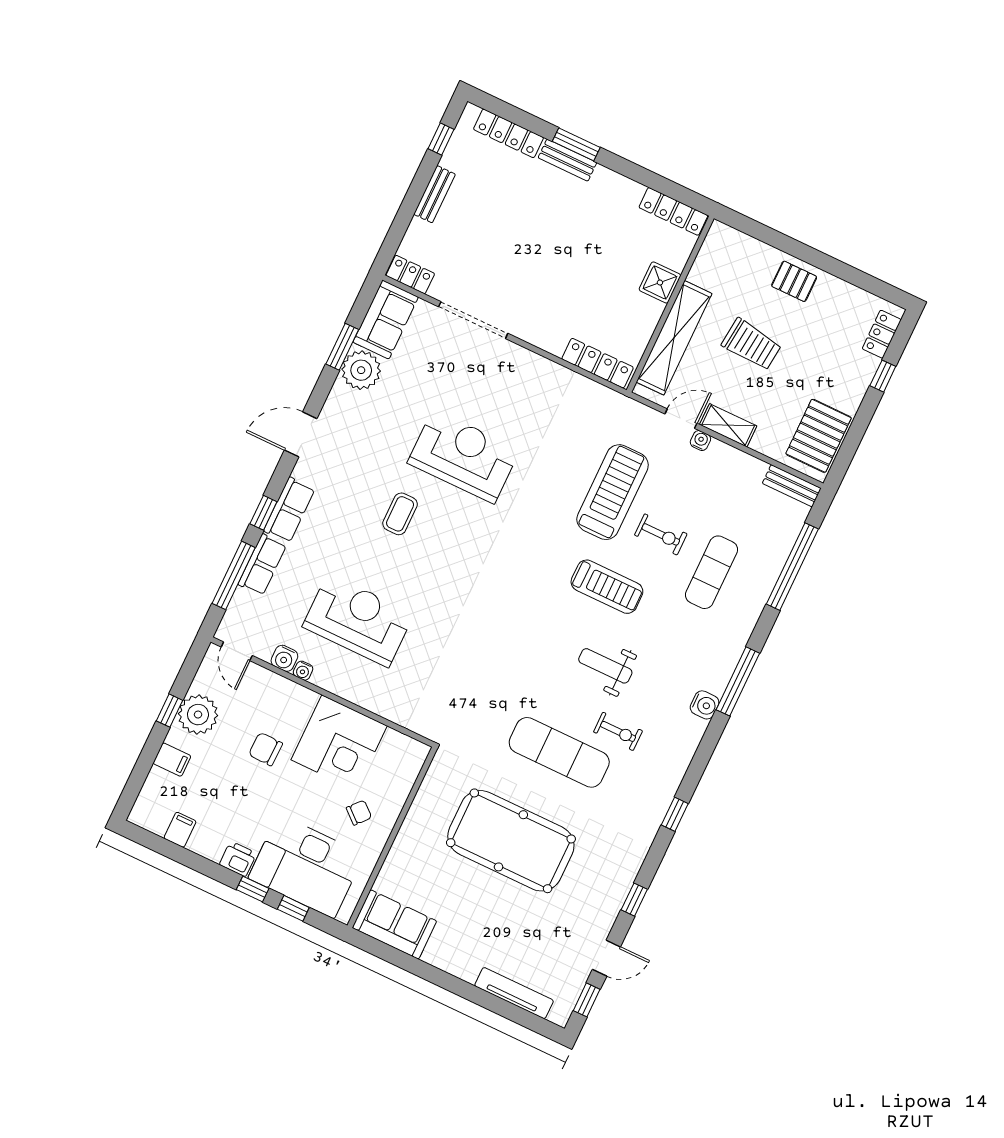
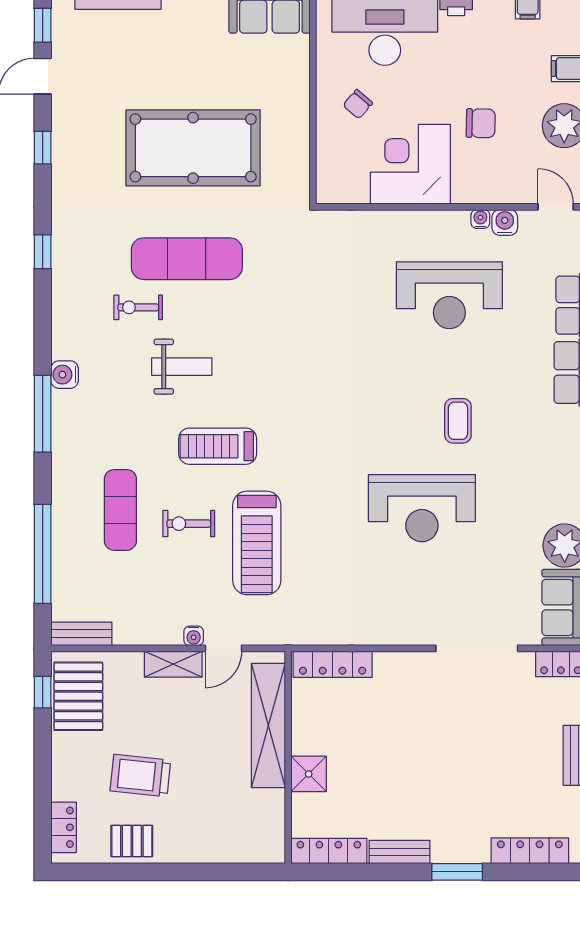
bench: (567, 160) -> (399, 852), moved
pallet: (794, 281) -> (132, 841), moved
trolley: (752, 345) -> (140, 776), moved
window: (883, 376) -> (43, 692), moved

